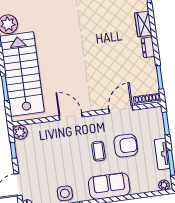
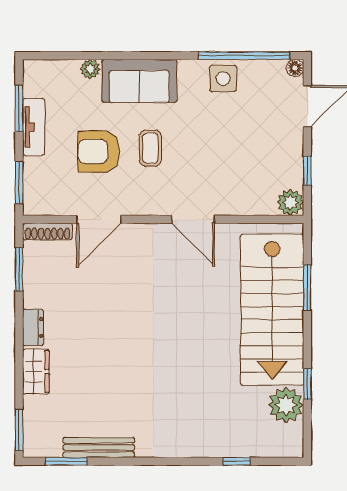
plant: (164, 185) -> (90, 69), moved

